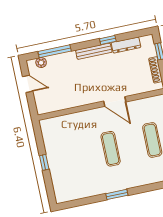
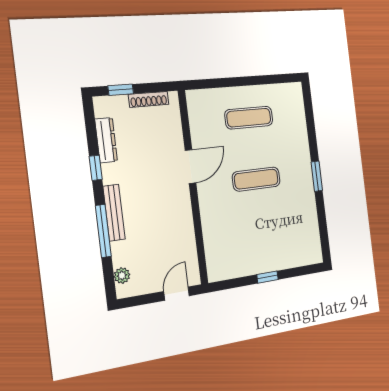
window: (55, 51) -> (103, 231), moved
bench: (94, 51) -> (114, 213), moved
door: (28, 84) -> (177, 294), moved

